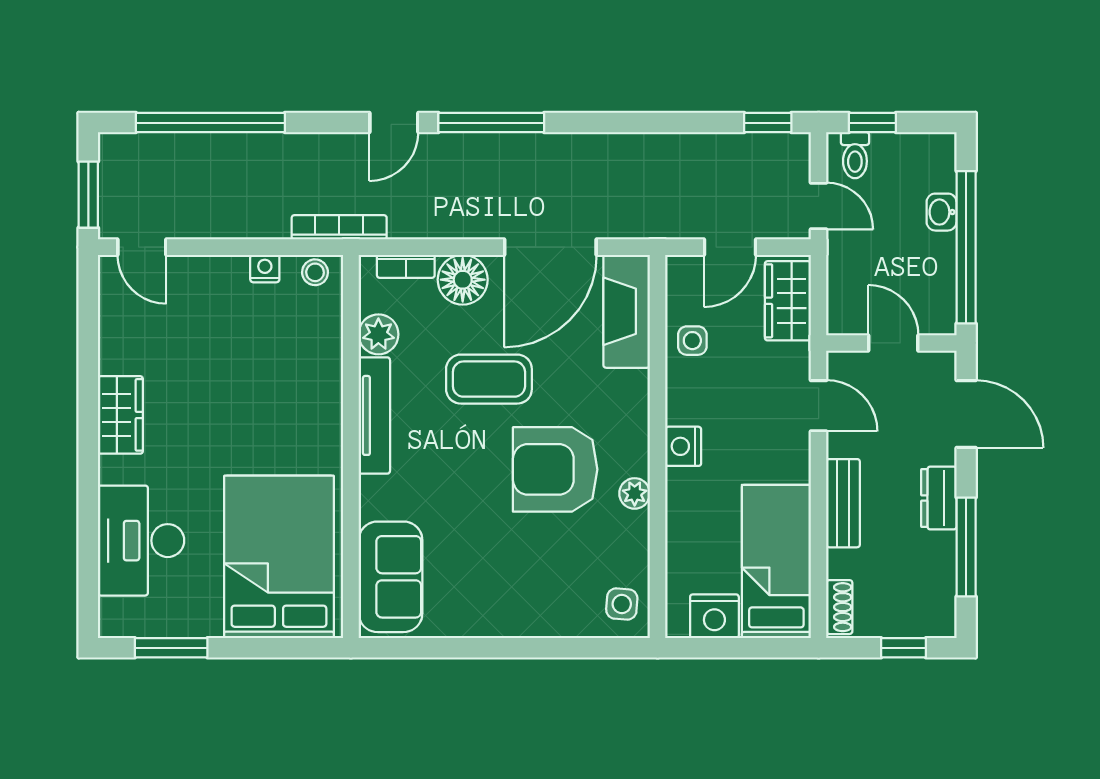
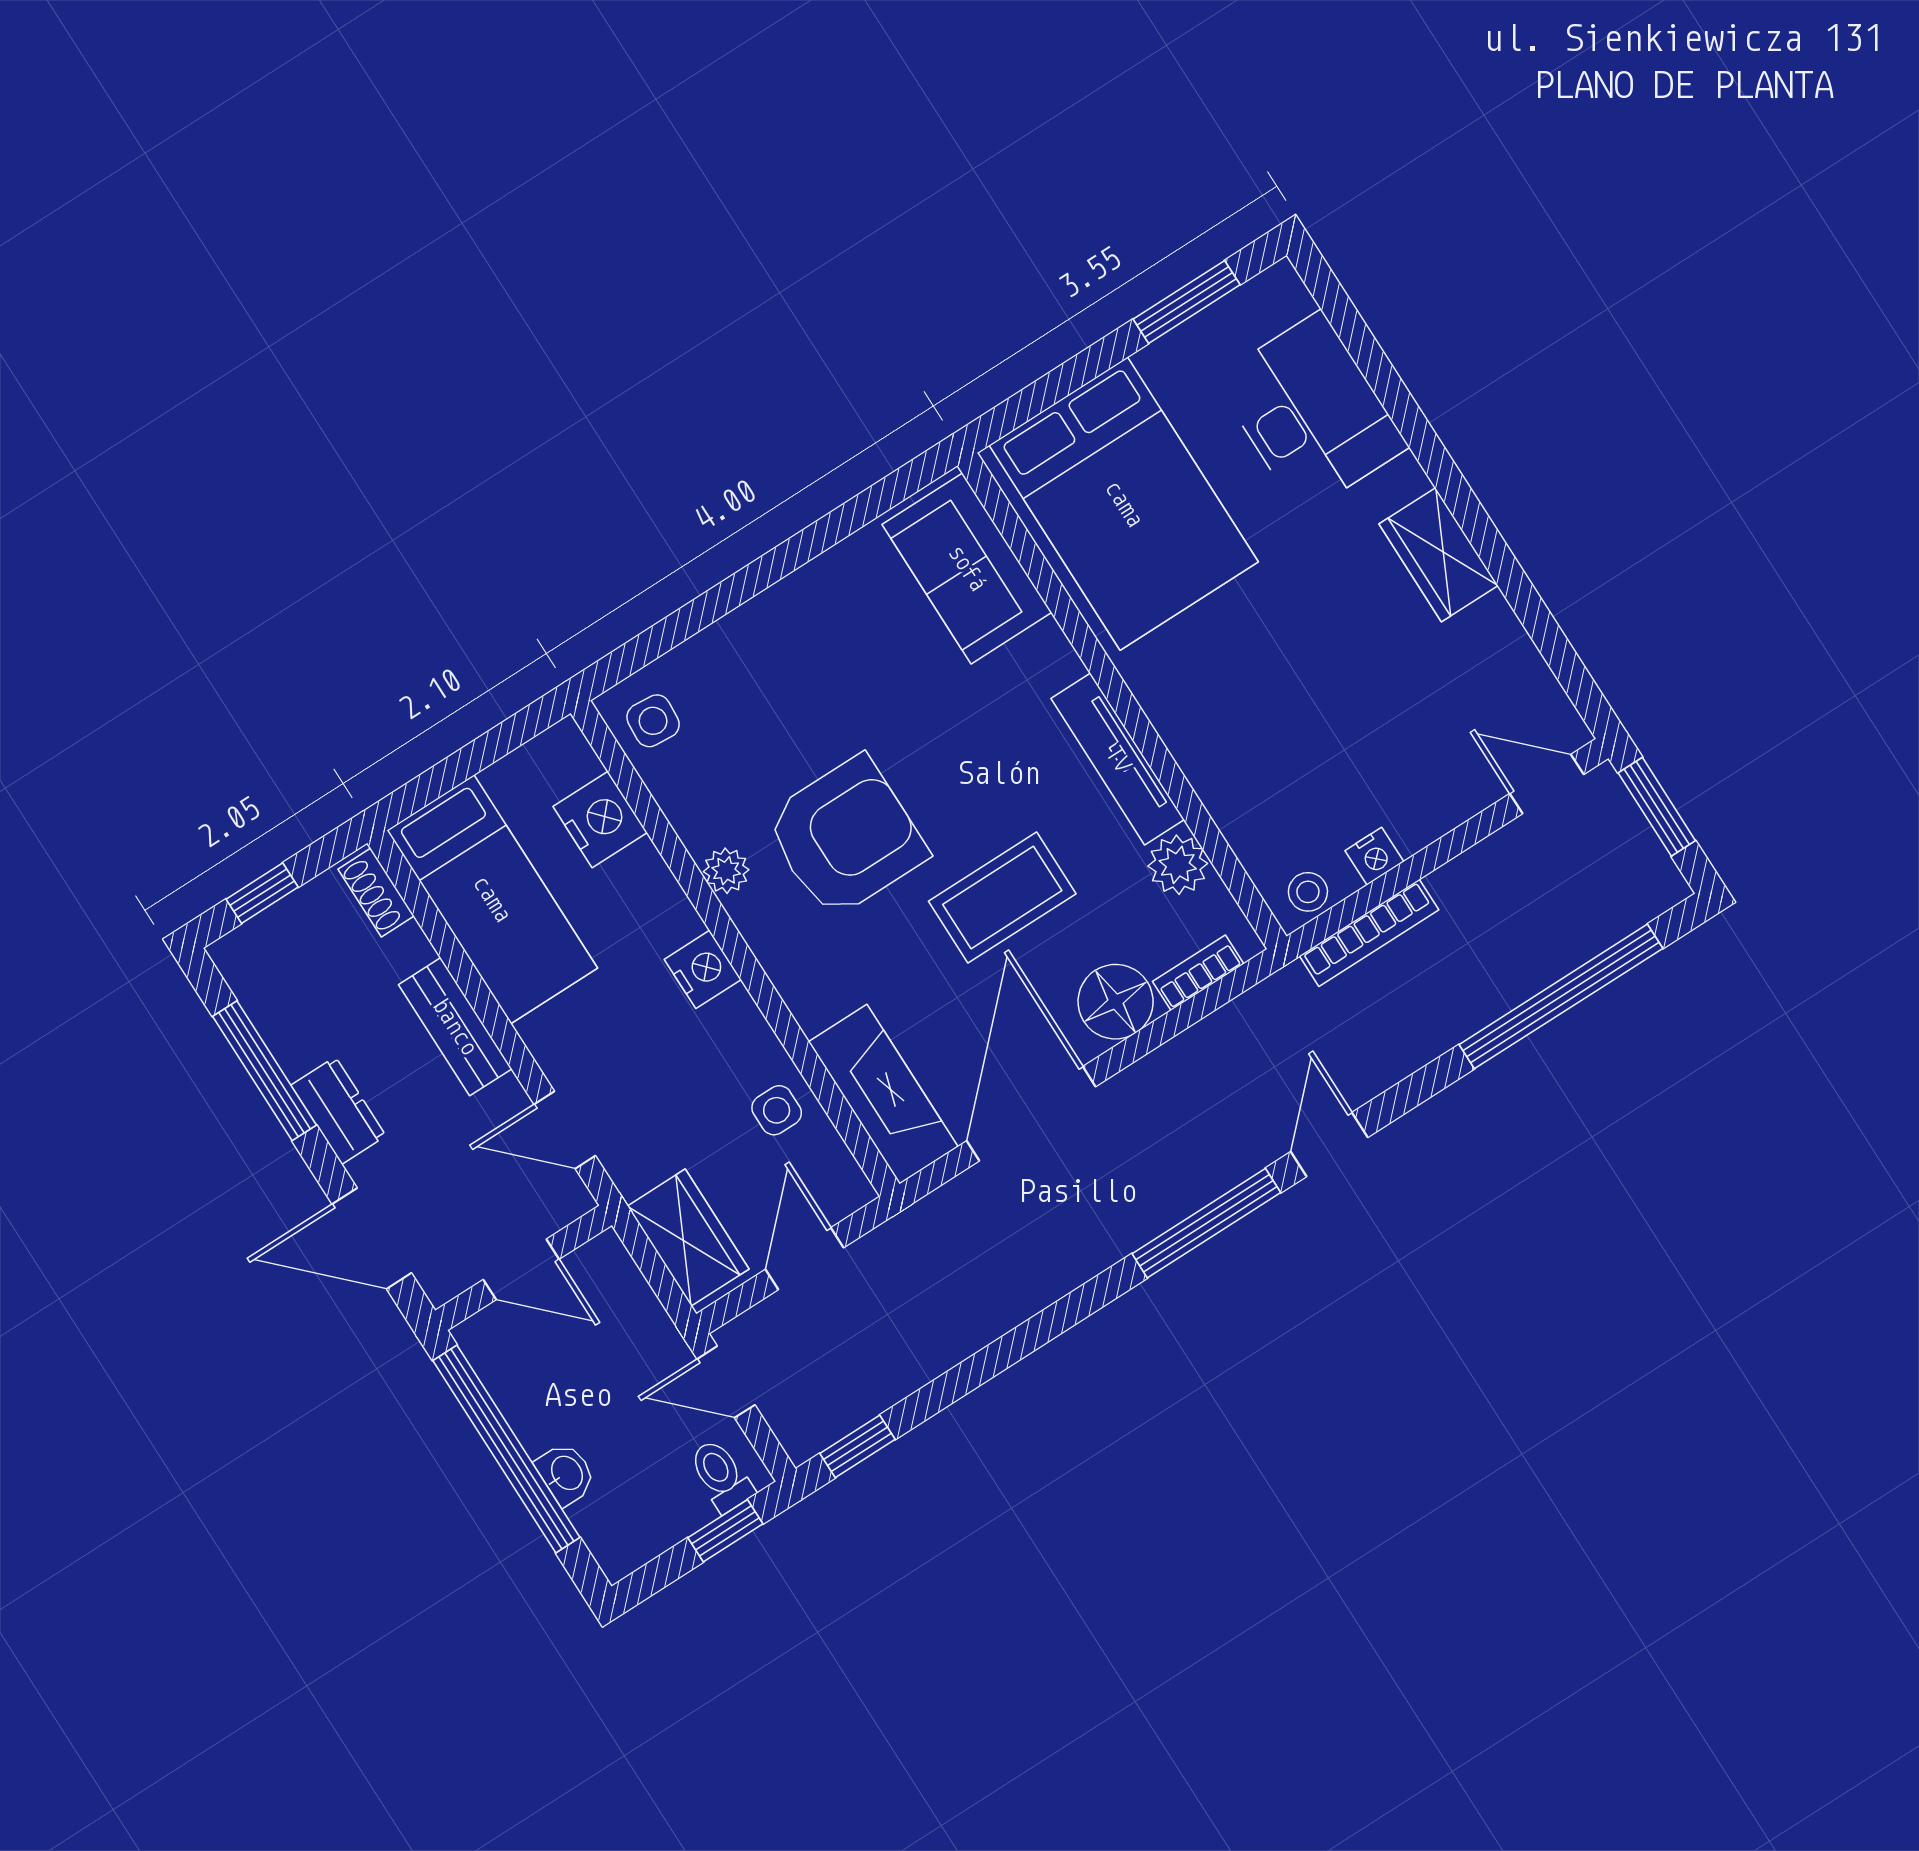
bookcase: (339, 227) -> (1369, 933), moved
nightstand: (714, 616) -> (600, 820), moved, turned 90

